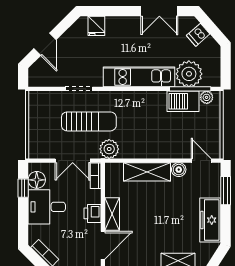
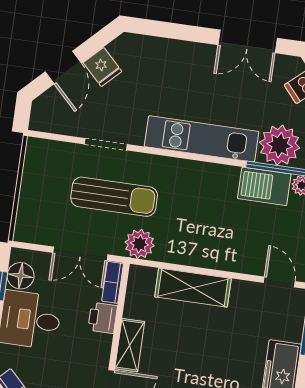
fridge: (96, 26) -> (103, 67), moved, turned -45
boiler: (179, 170) -> (243, 291), removed
printer: (92, 213) -> (103, 318), moved

